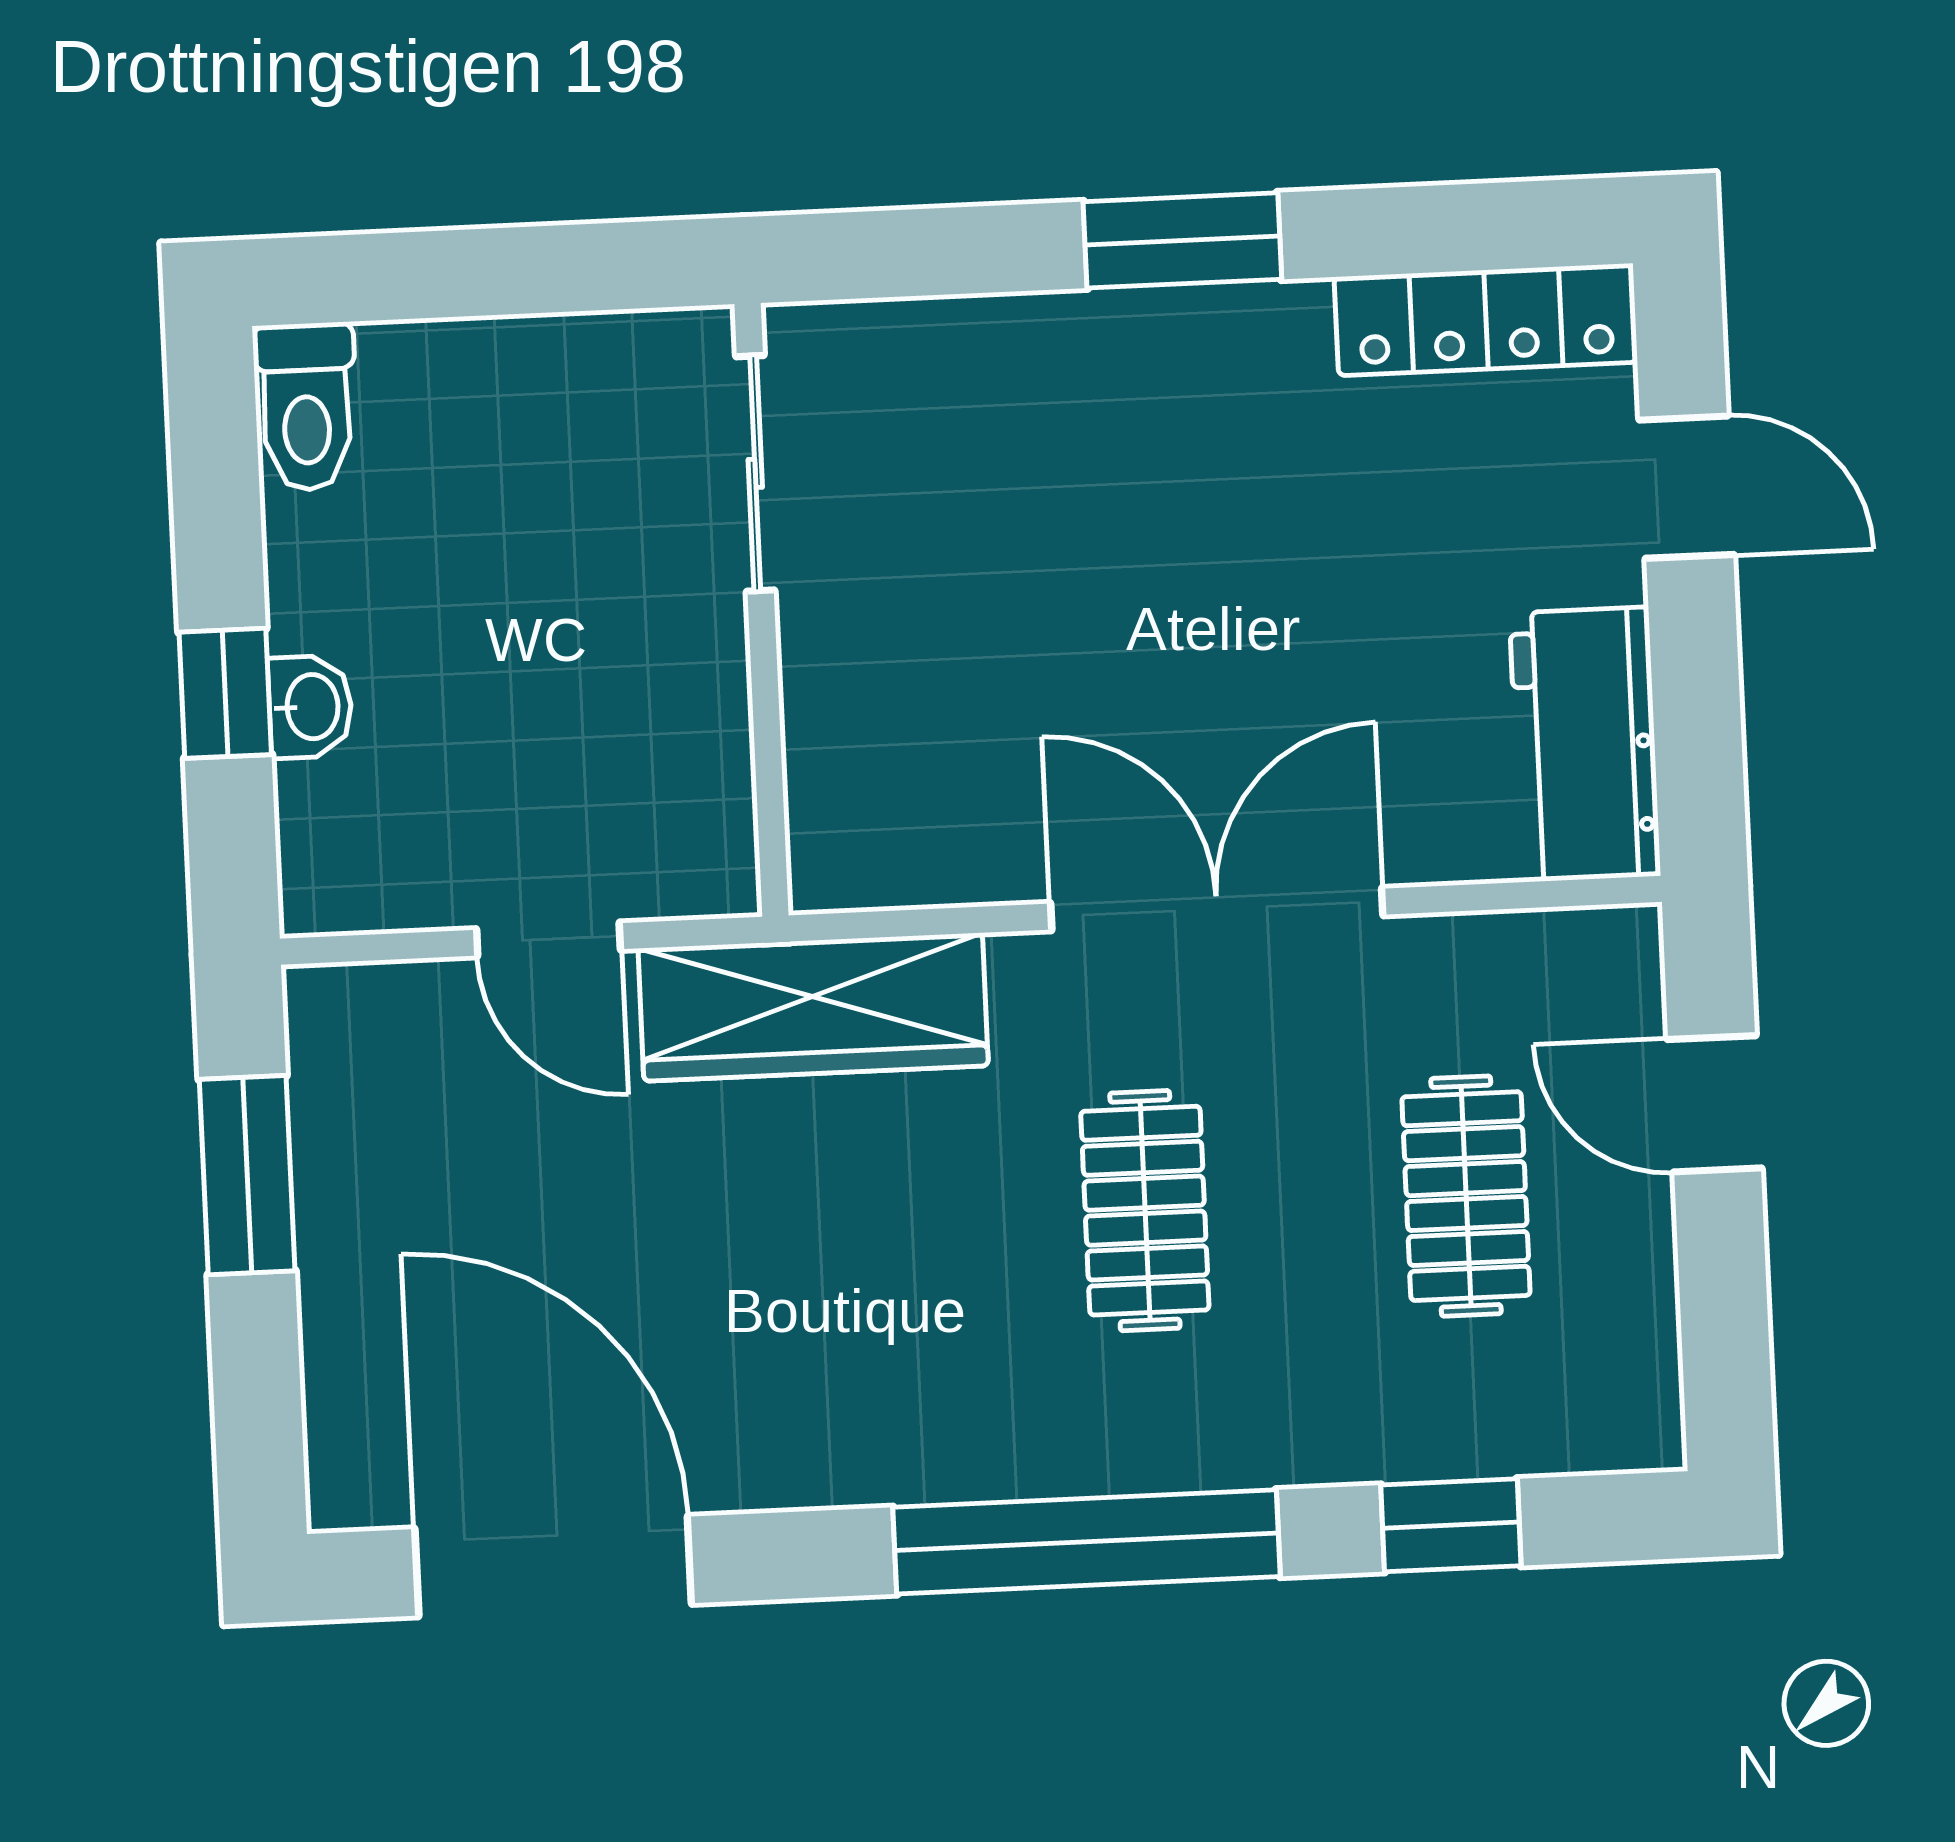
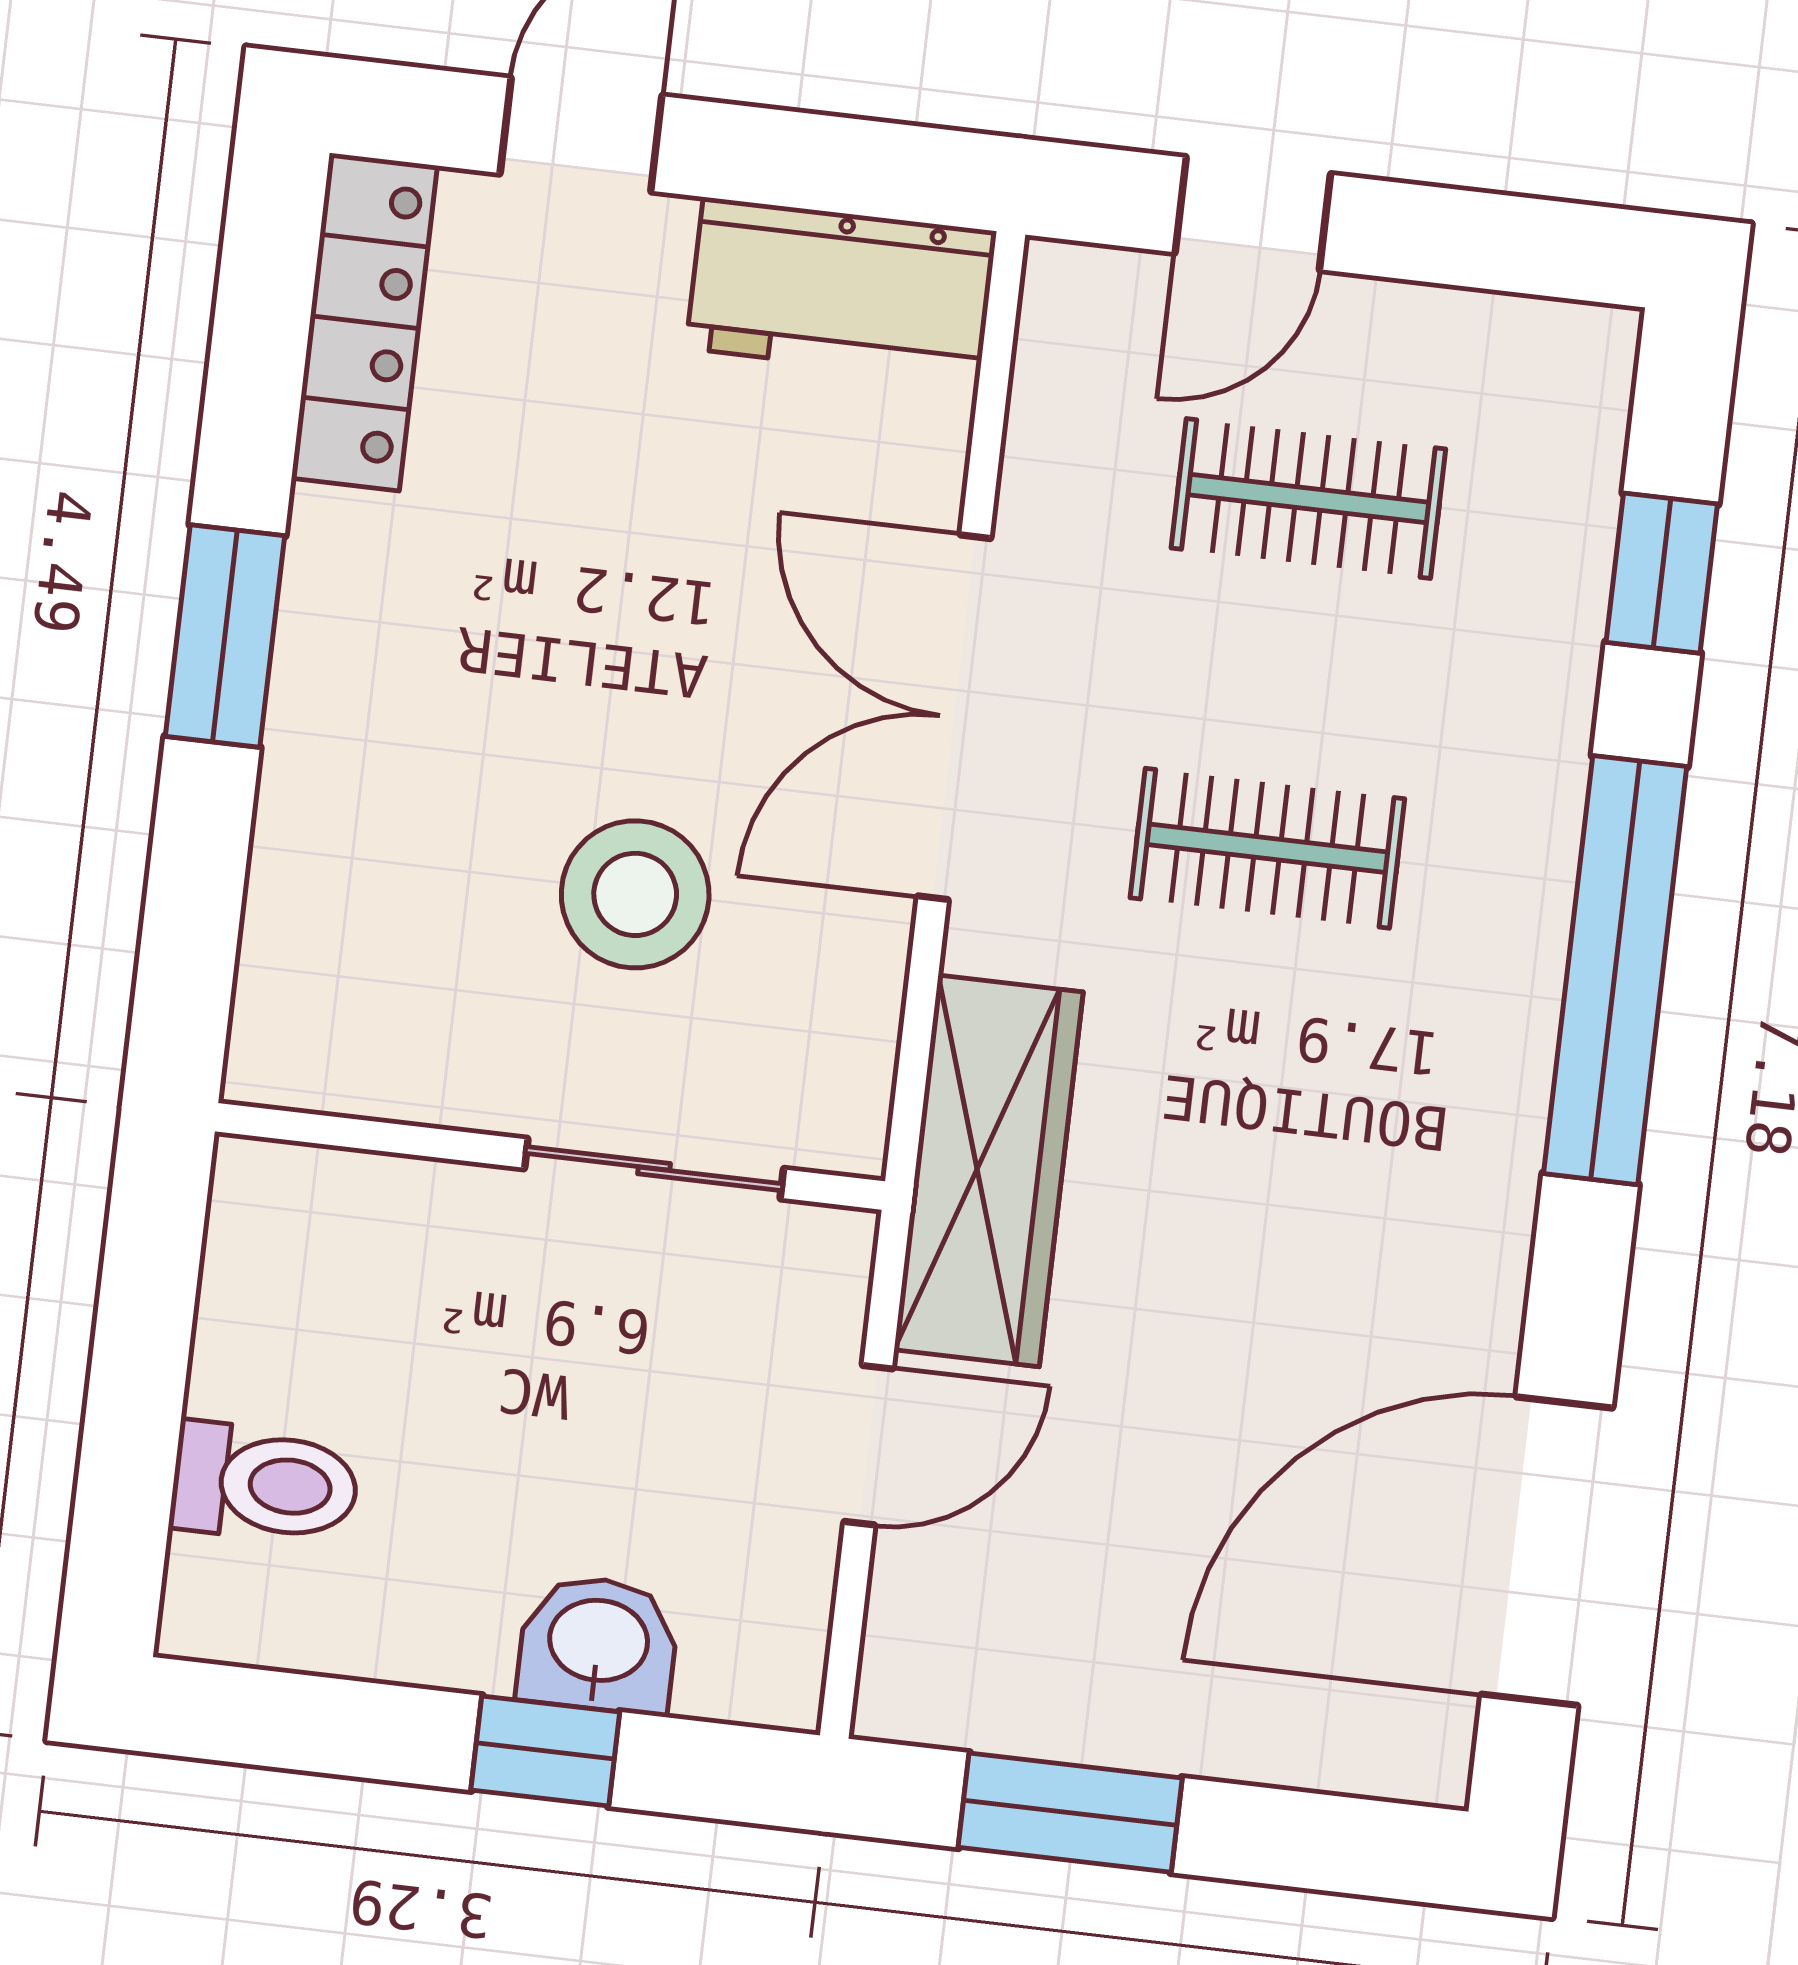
toilet: (306, 407) -> (265, 1484), moved
sliding door: (755, 473) -> (654, 1169), moved
stool: (1010, 648) -> (635, 894), added
washbasin: (310, 707) -> (598, 1644), width x1.38, depth x1.45

